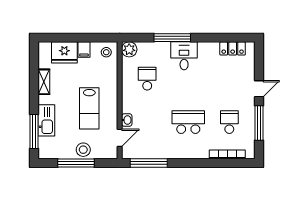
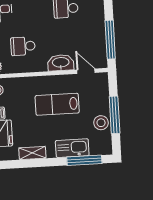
lab bench: (89, 108) -> (57, 104), turned 180
washbasin: (127, 120) -> (61, 63), width x1.91, depth x1.45
stool: (83, 150) -> (101, 123), moved

